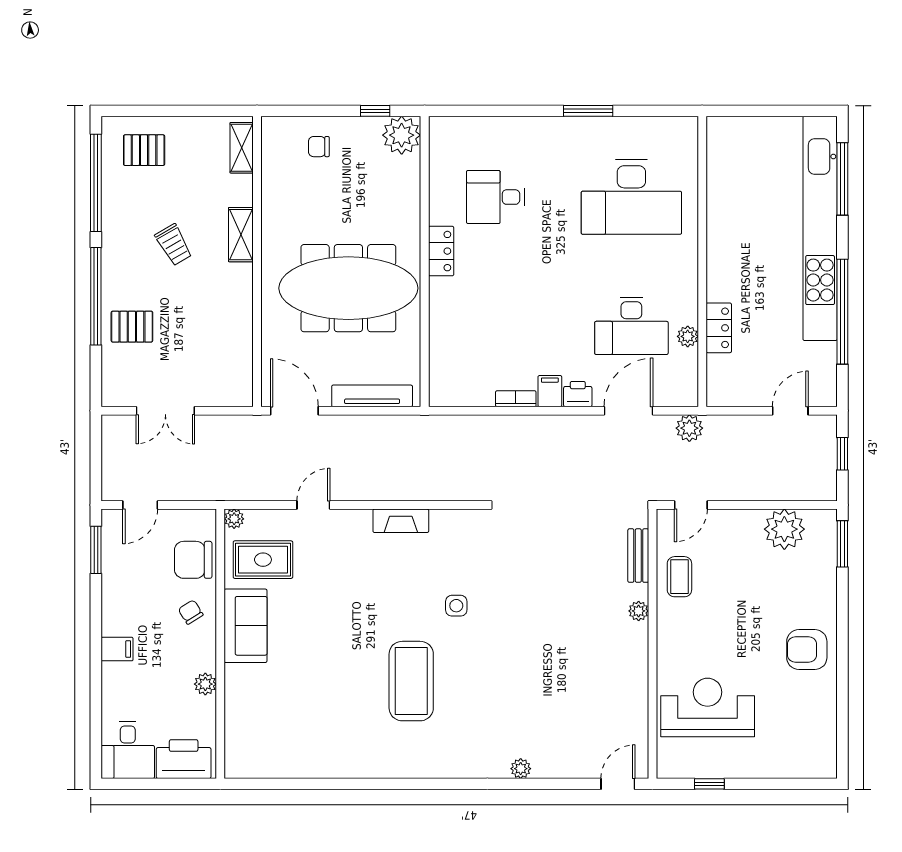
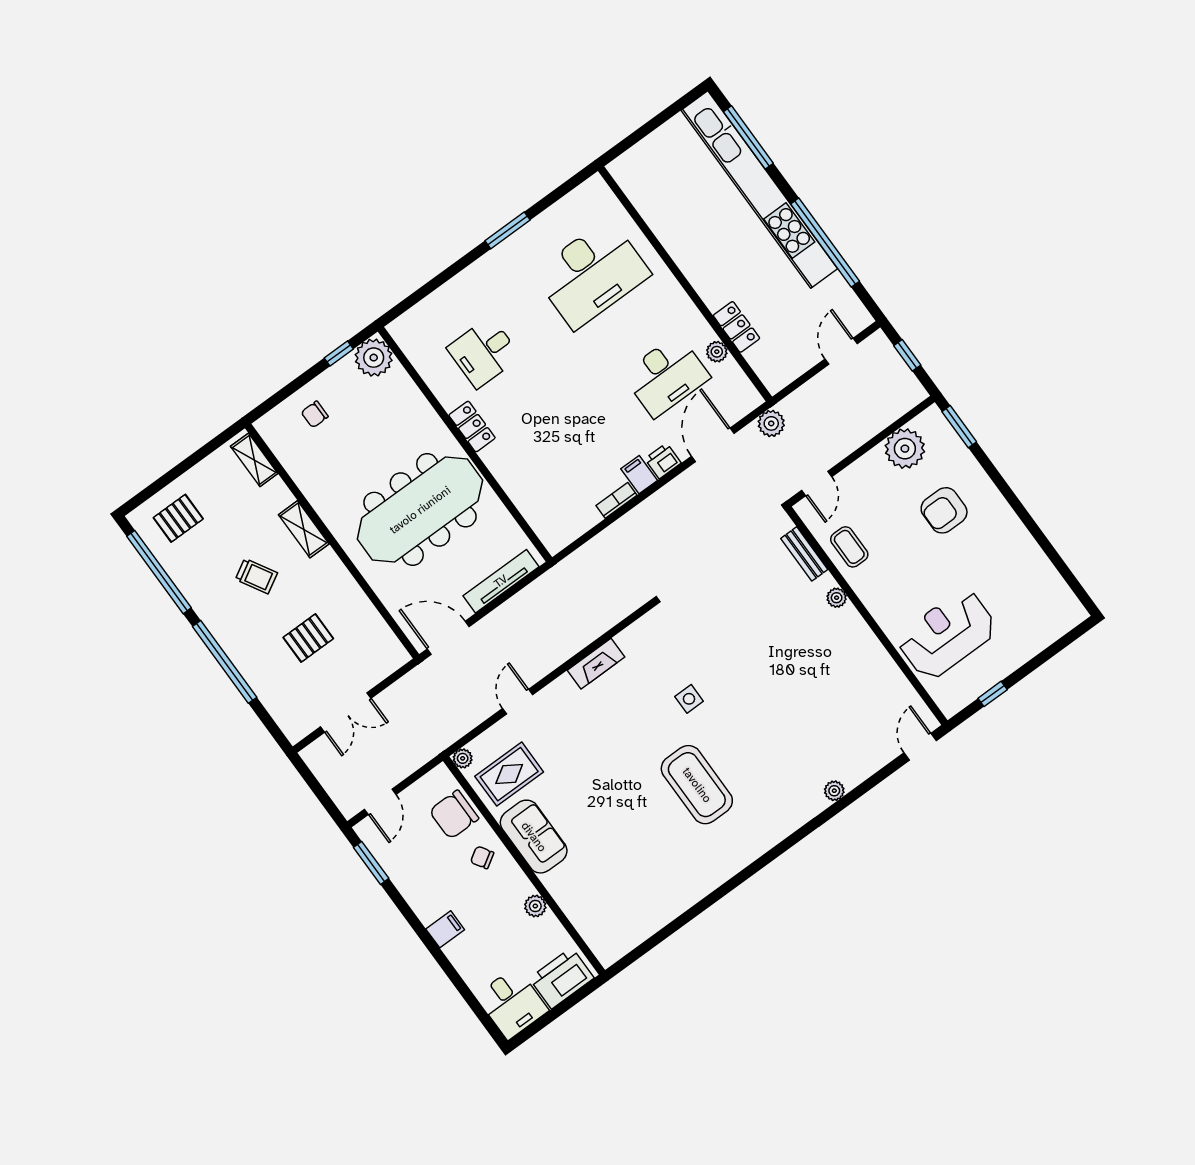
pallet: (132, 327) -> (308, 638), moved
armchair: (807, 650) -> (944, 510), moved

